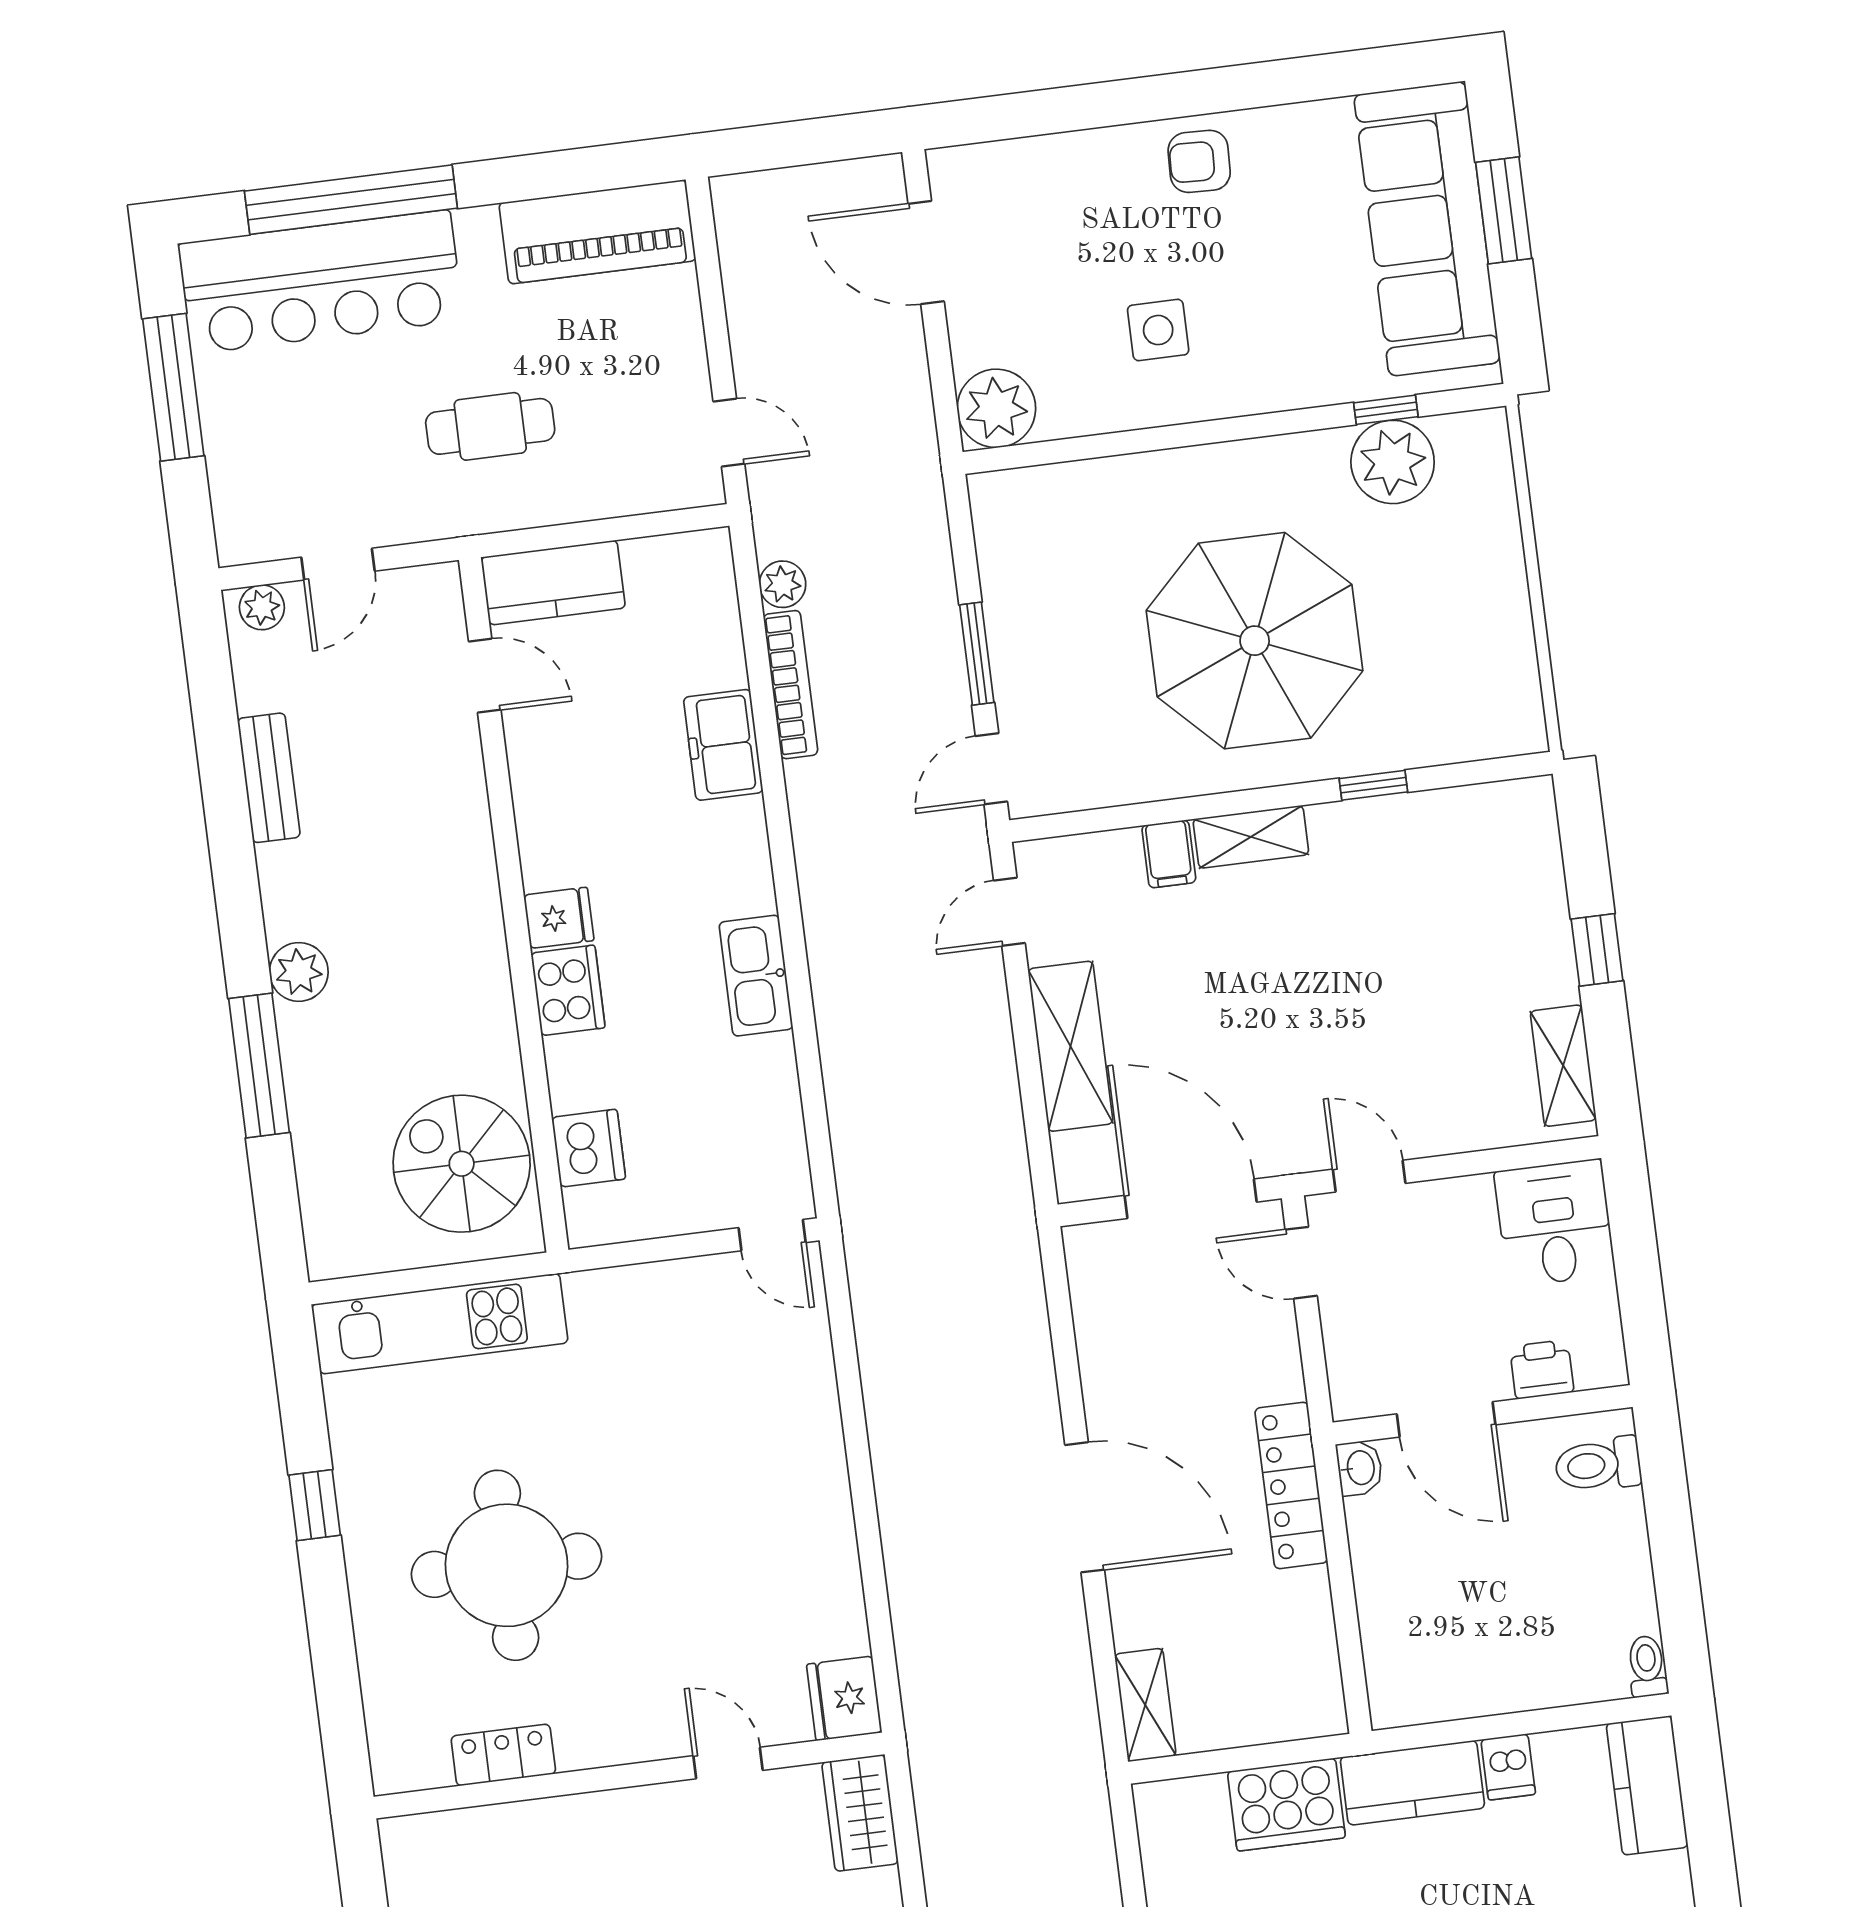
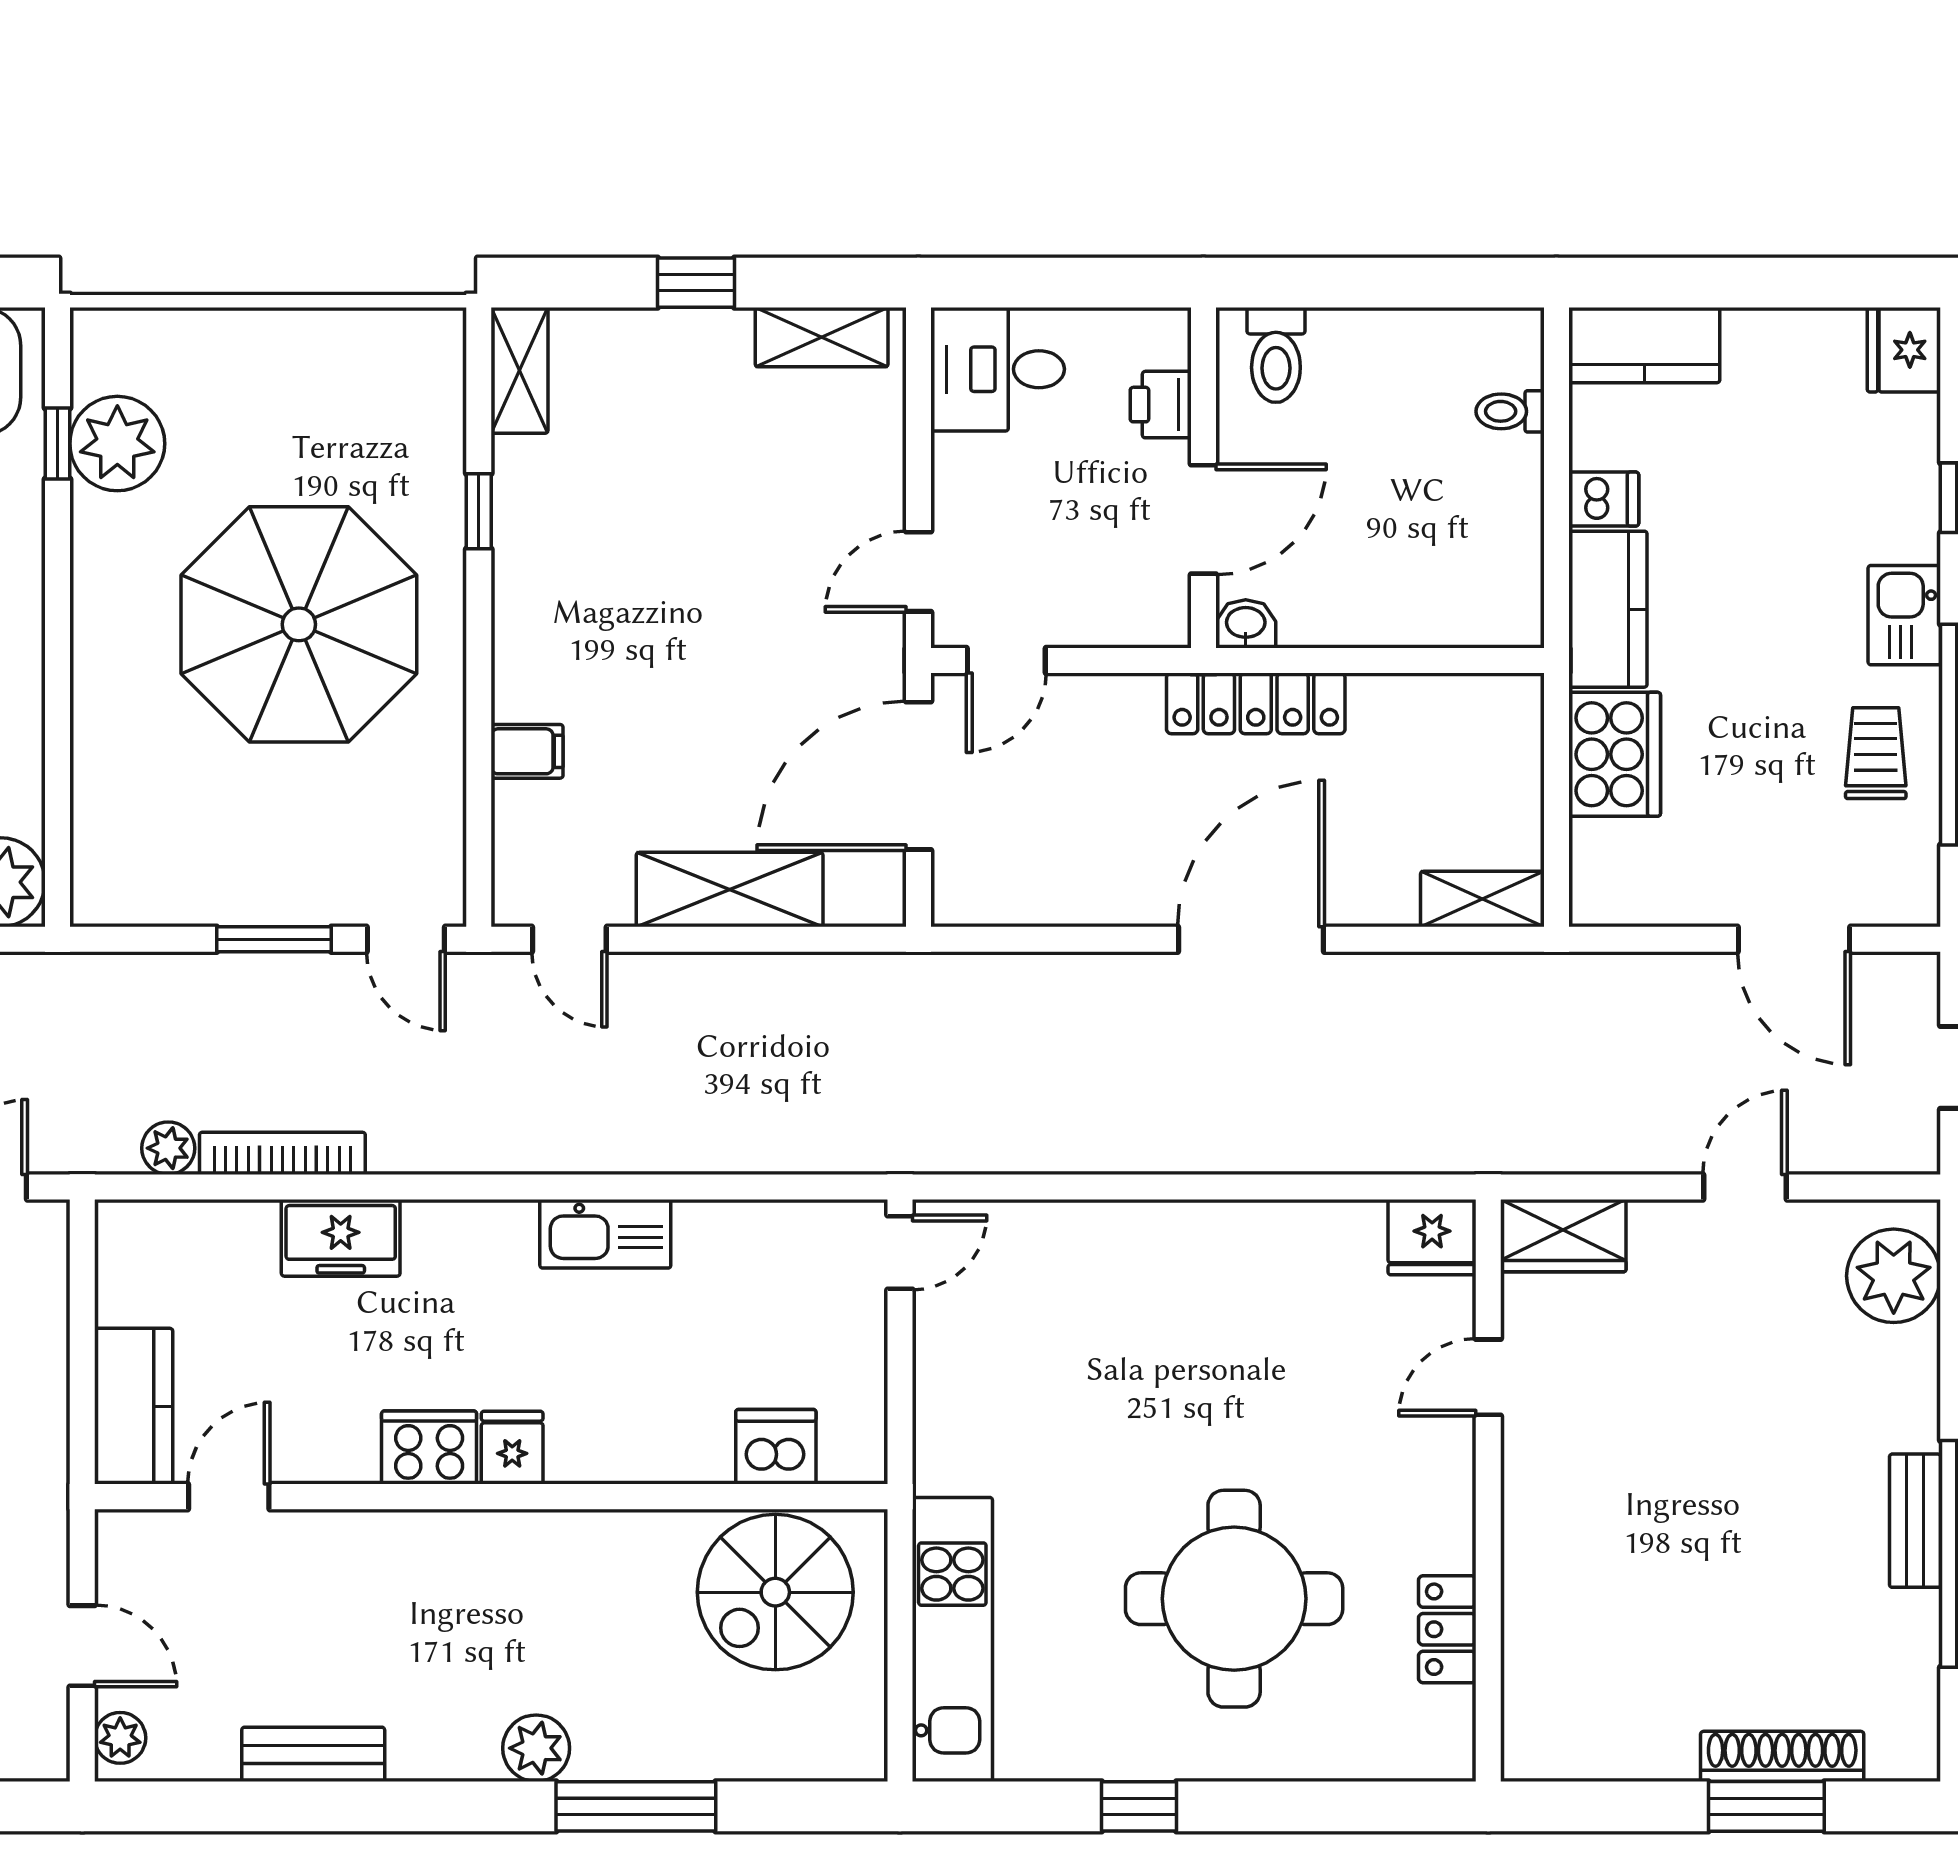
shelving: (1251, 837) -> (519, 370), moved
cooker: (568, 990) -> (429, 1448), moved
toilet: (1647, 1666) -> (1510, 411), moved

